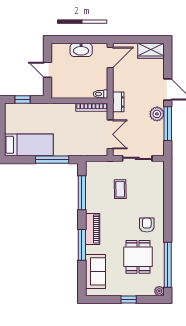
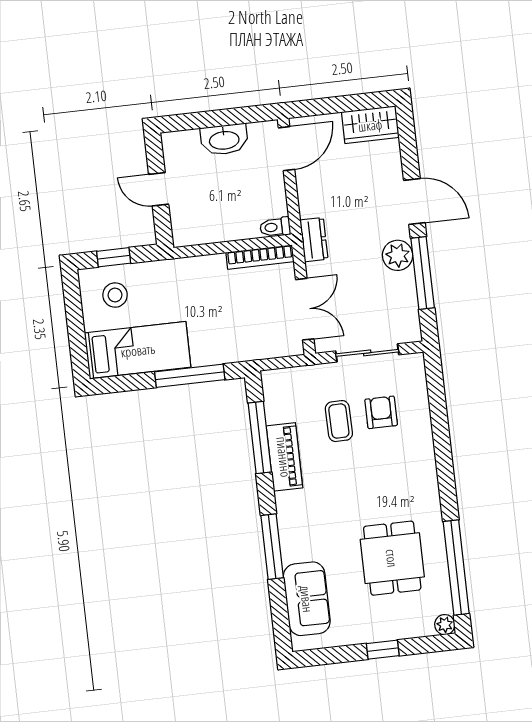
stool: (21, 117) -> (115, 295), added
armchair: (147, 225) -> (381, 412), moved
piano: (93, 229) -> (284, 457), moved

